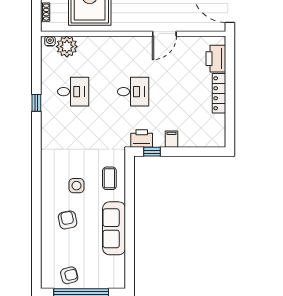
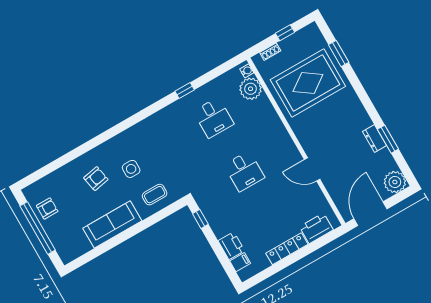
printer: (142, 139) -> (231, 246), moved
filing cabinet: (172, 139) -> (240, 262), moved
armchair: (69, 275) -> (47, 209), turned -76

